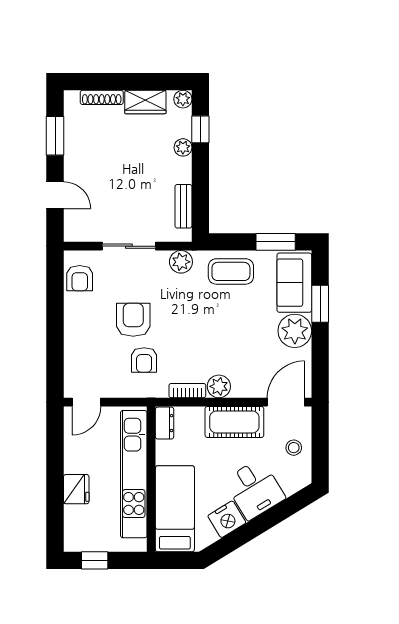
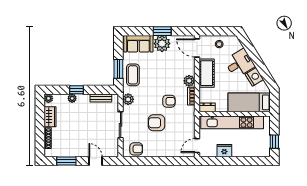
window: (200, 129) -> (76, 90), moved
door: (55, 195) -> (96, 161), hinge flipped
window: (276, 242) -> (118, 69), moved
window: (320, 304) -> (162, 31), moved
armchair: (144, 360) -> (169, 101), moved
door: (86, 402) -> (197, 146), swing flipped
fridge: (76, 489) -> (224, 151), moved

